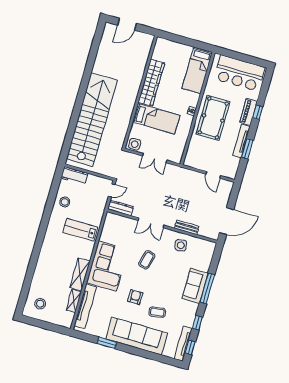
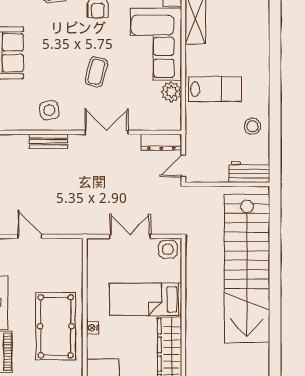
plant: (106, 236) -> (171, 92), added

